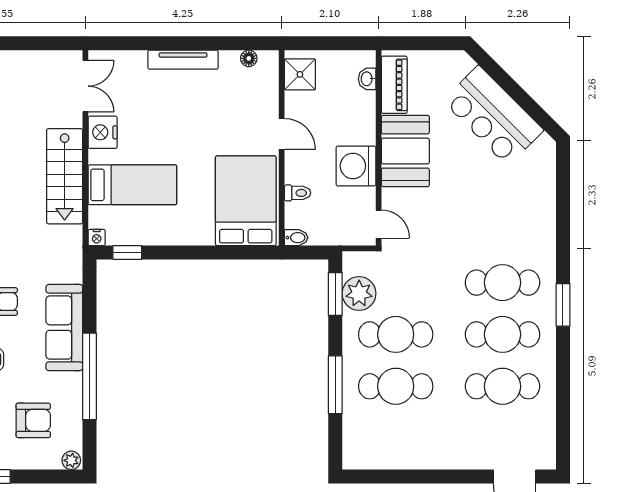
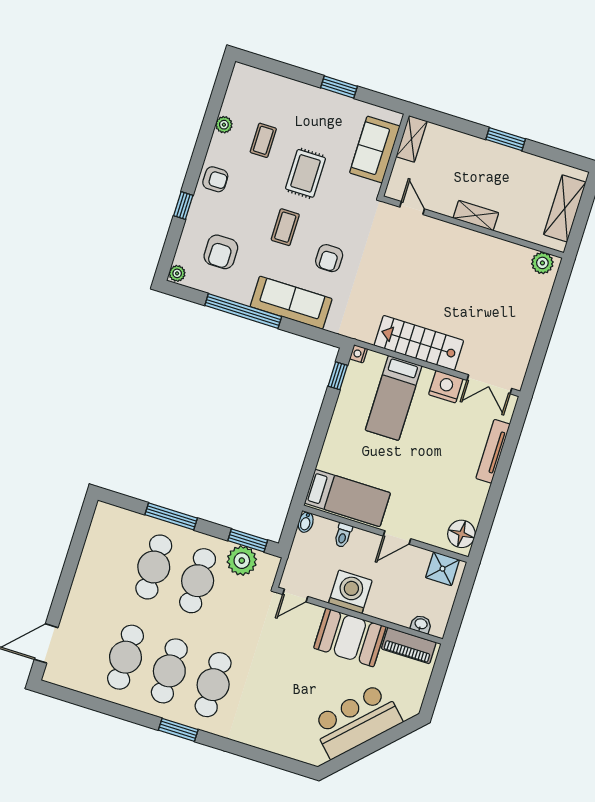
floor lamp: (249, 58) -> (461, 534), width x1.89, depth x1.89
tv unit: (183, 60) -> (493, 451), moved
bed: (246, 201) -> (347, 498), width x0.67

